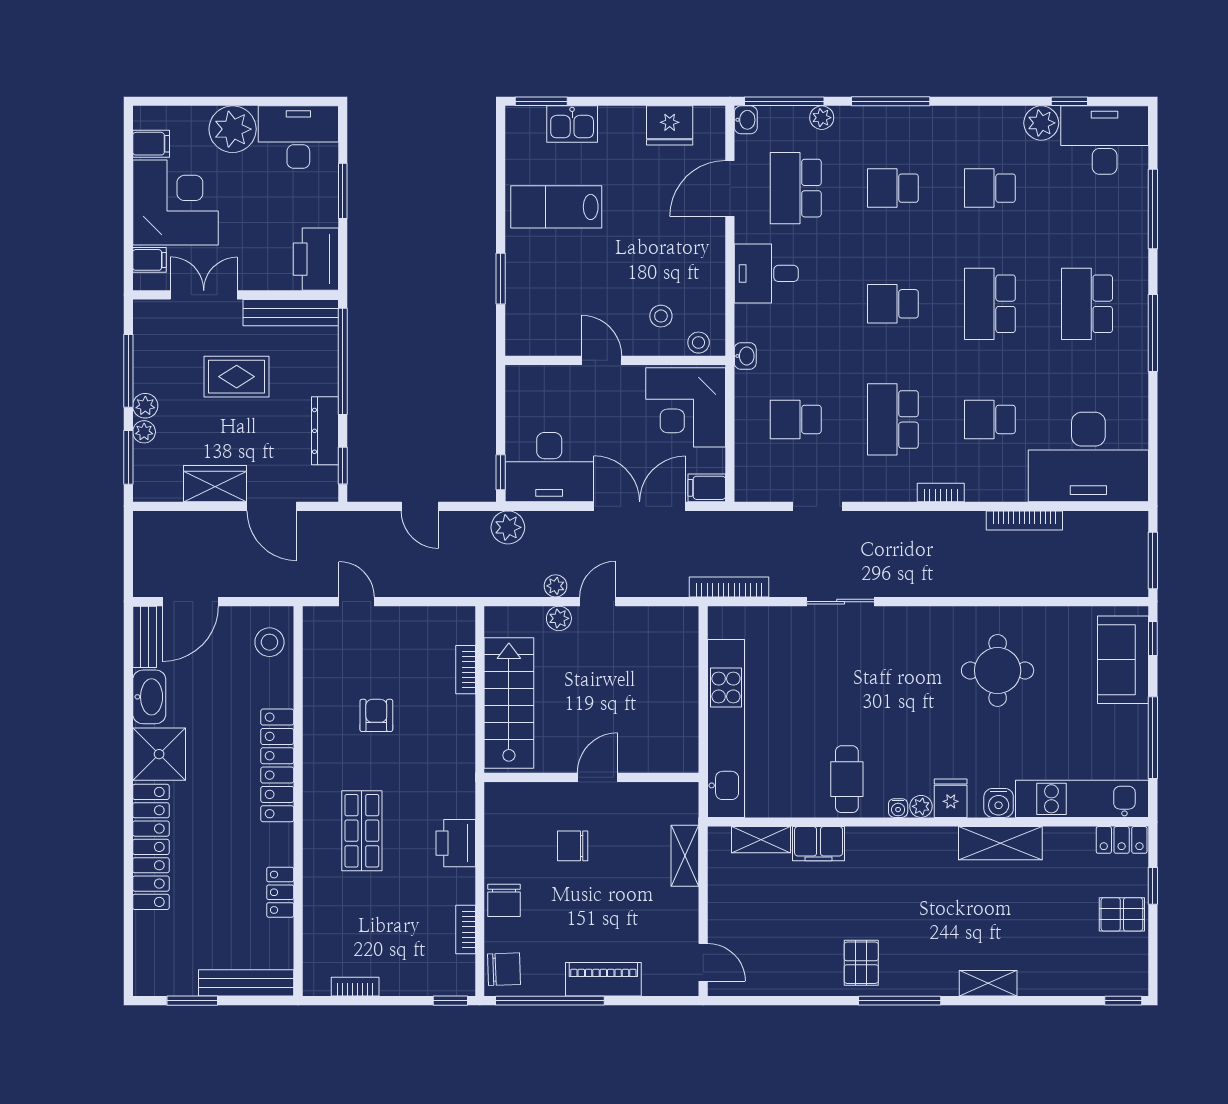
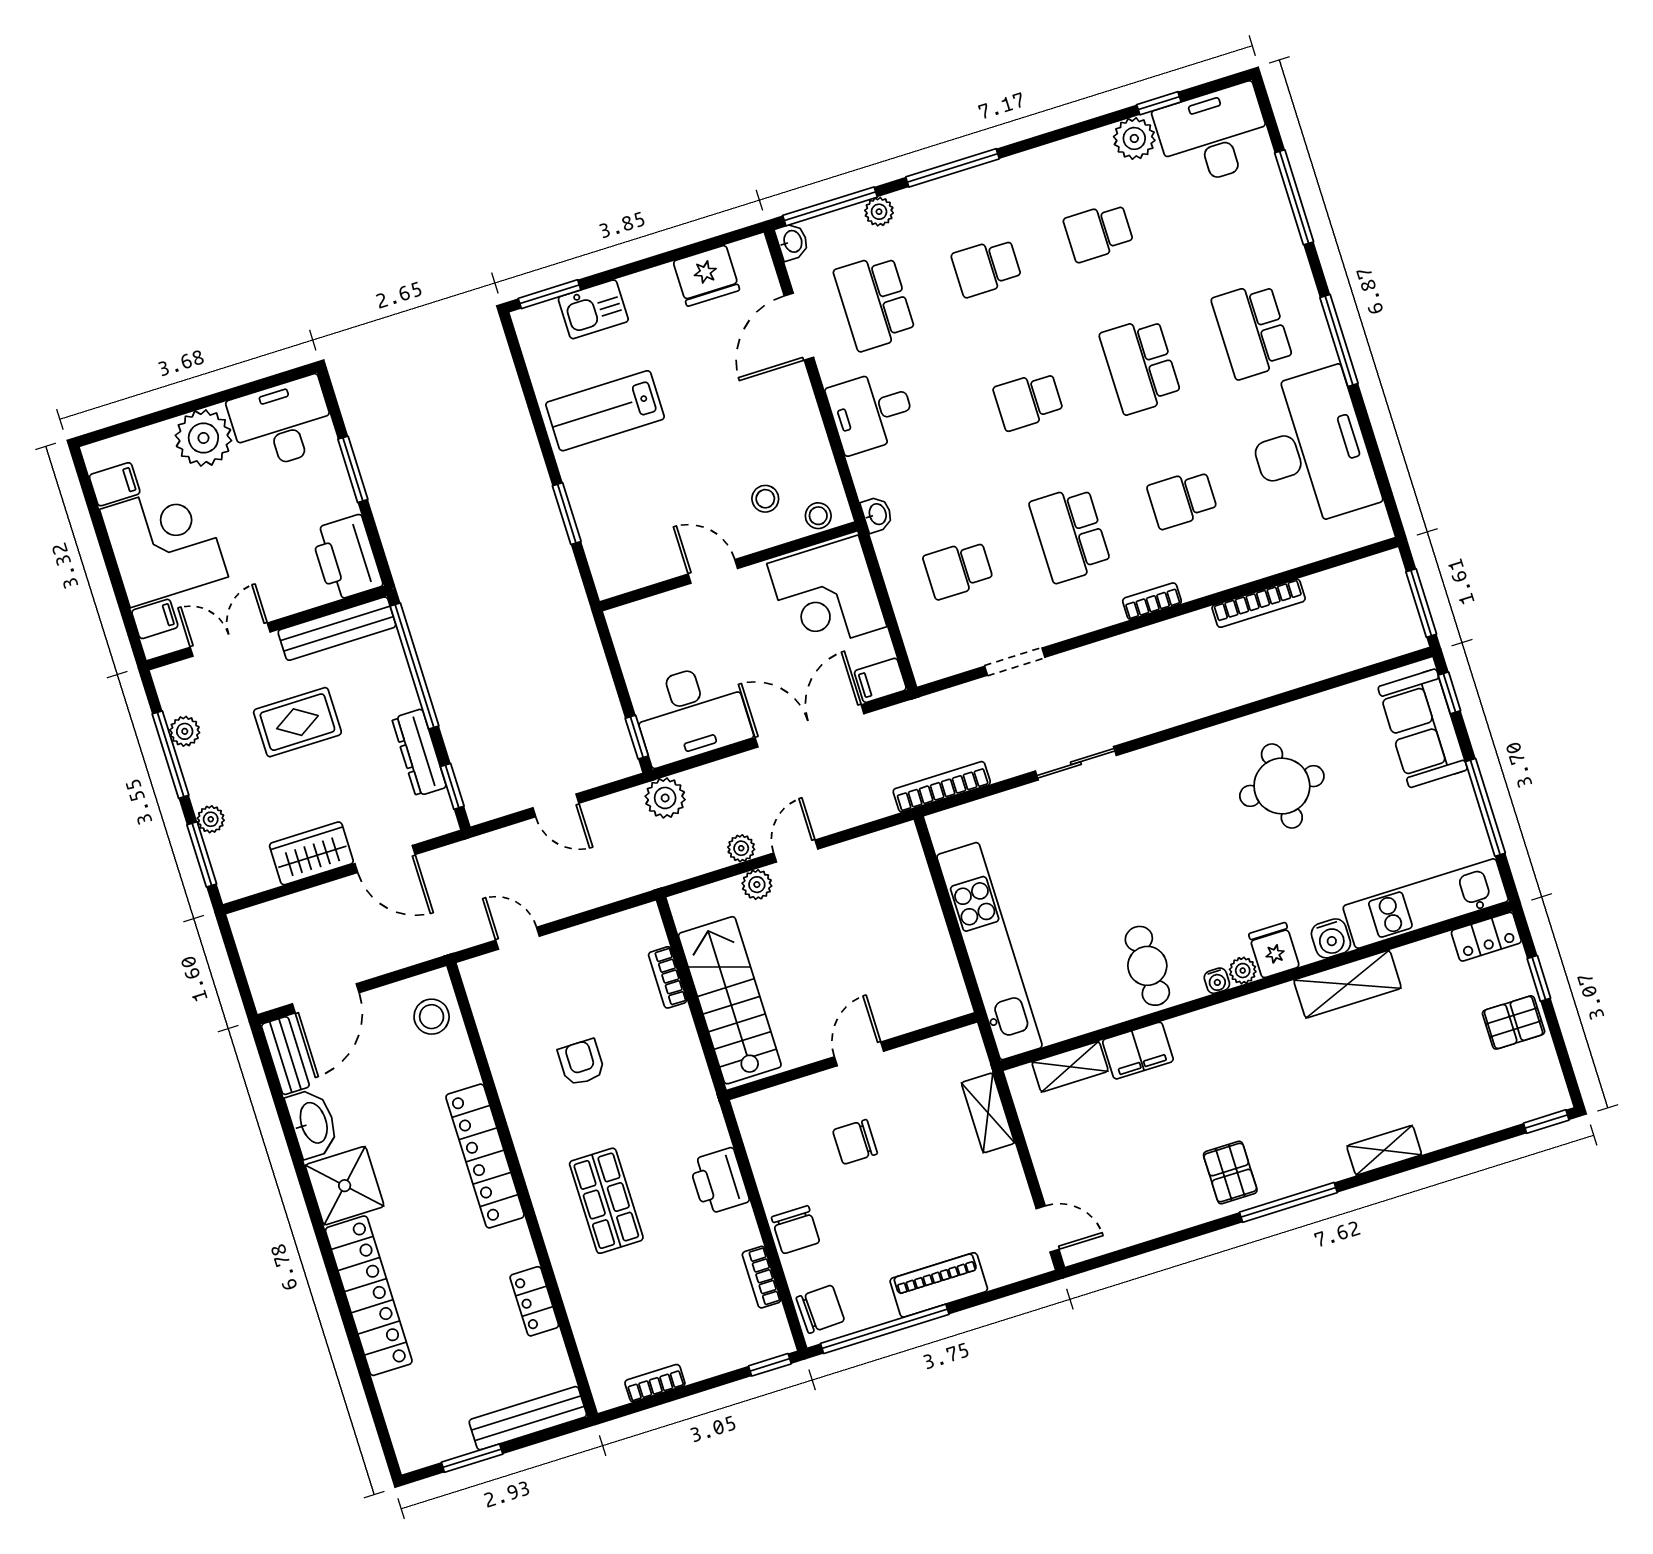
plant: (145, 406) -> (185, 731), moved
desk: (1088, 457) -> (1310, 448), moved, turned -90

